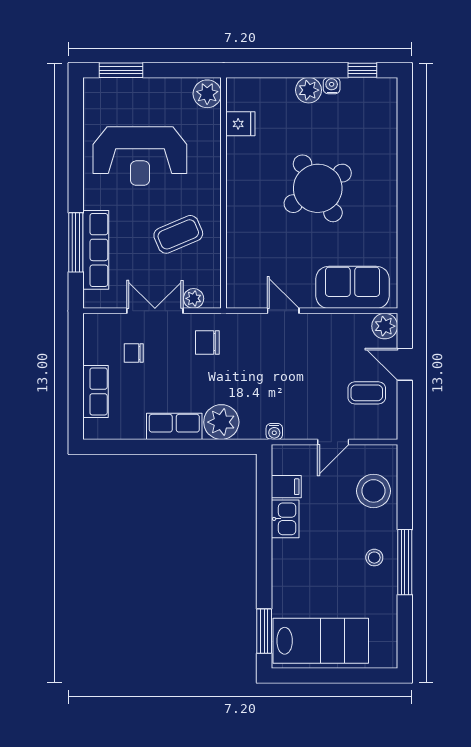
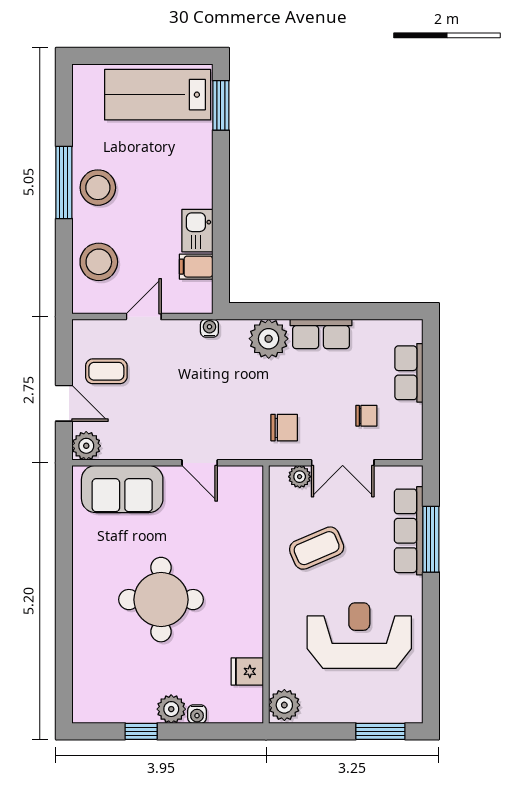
window: (362, 70) -> (141, 731), moved
water cooler: (332, 86) -> (197, 714), moved
round table: (318, 188) -> (161, 600), turned 32
stool: (374, 558) -> (98, 188), width x1.89, depth x1.89

